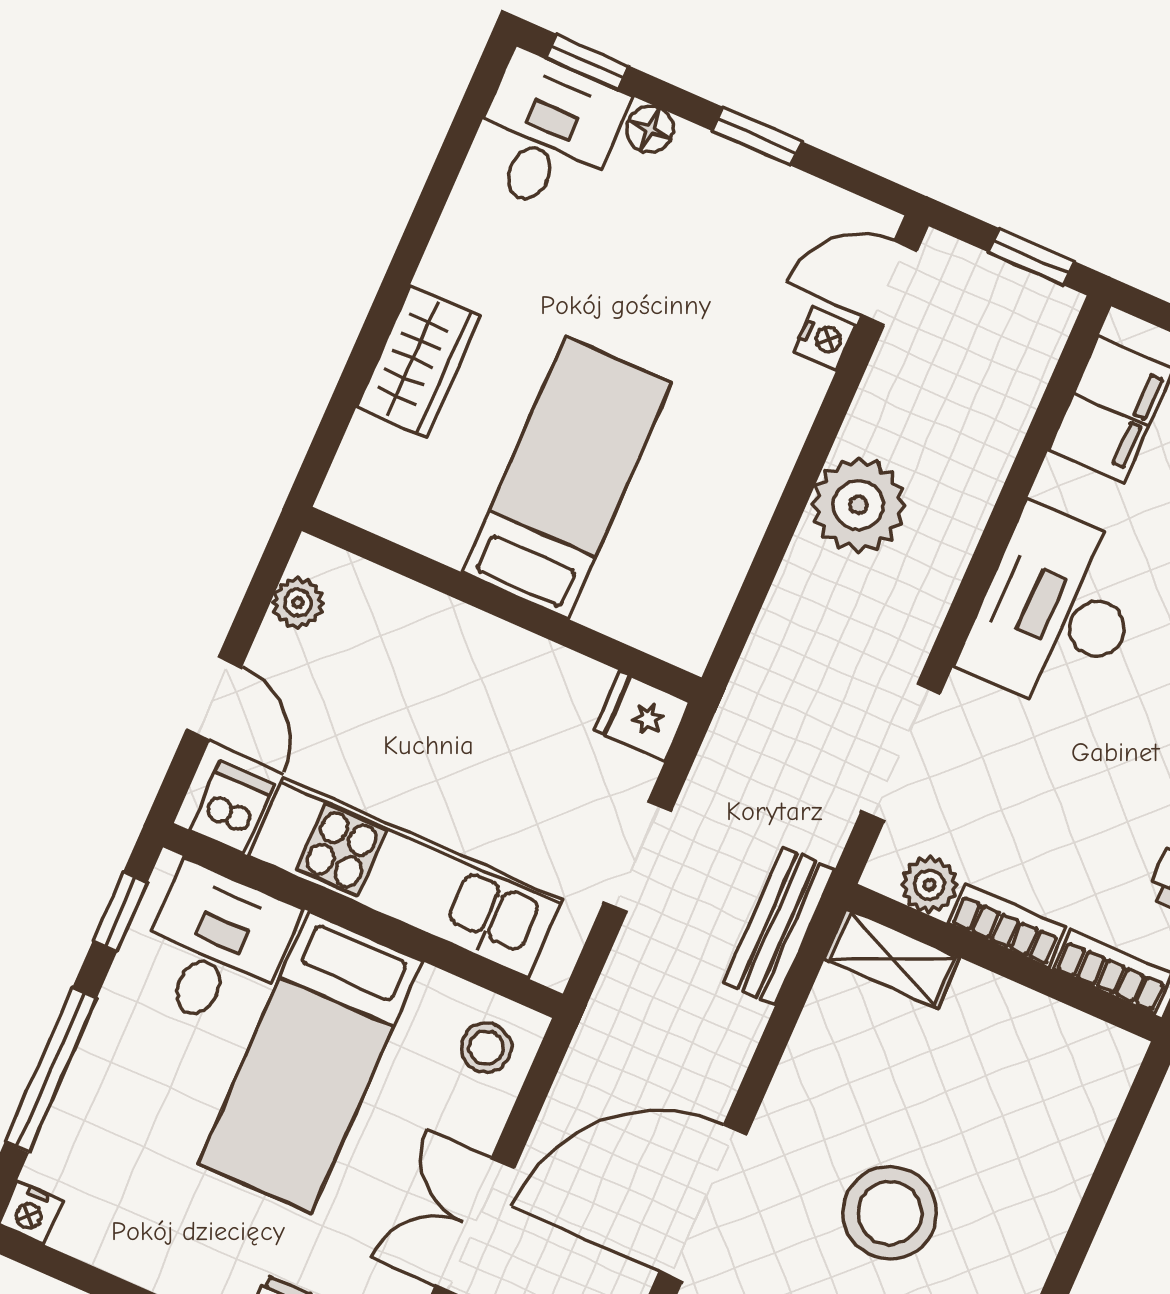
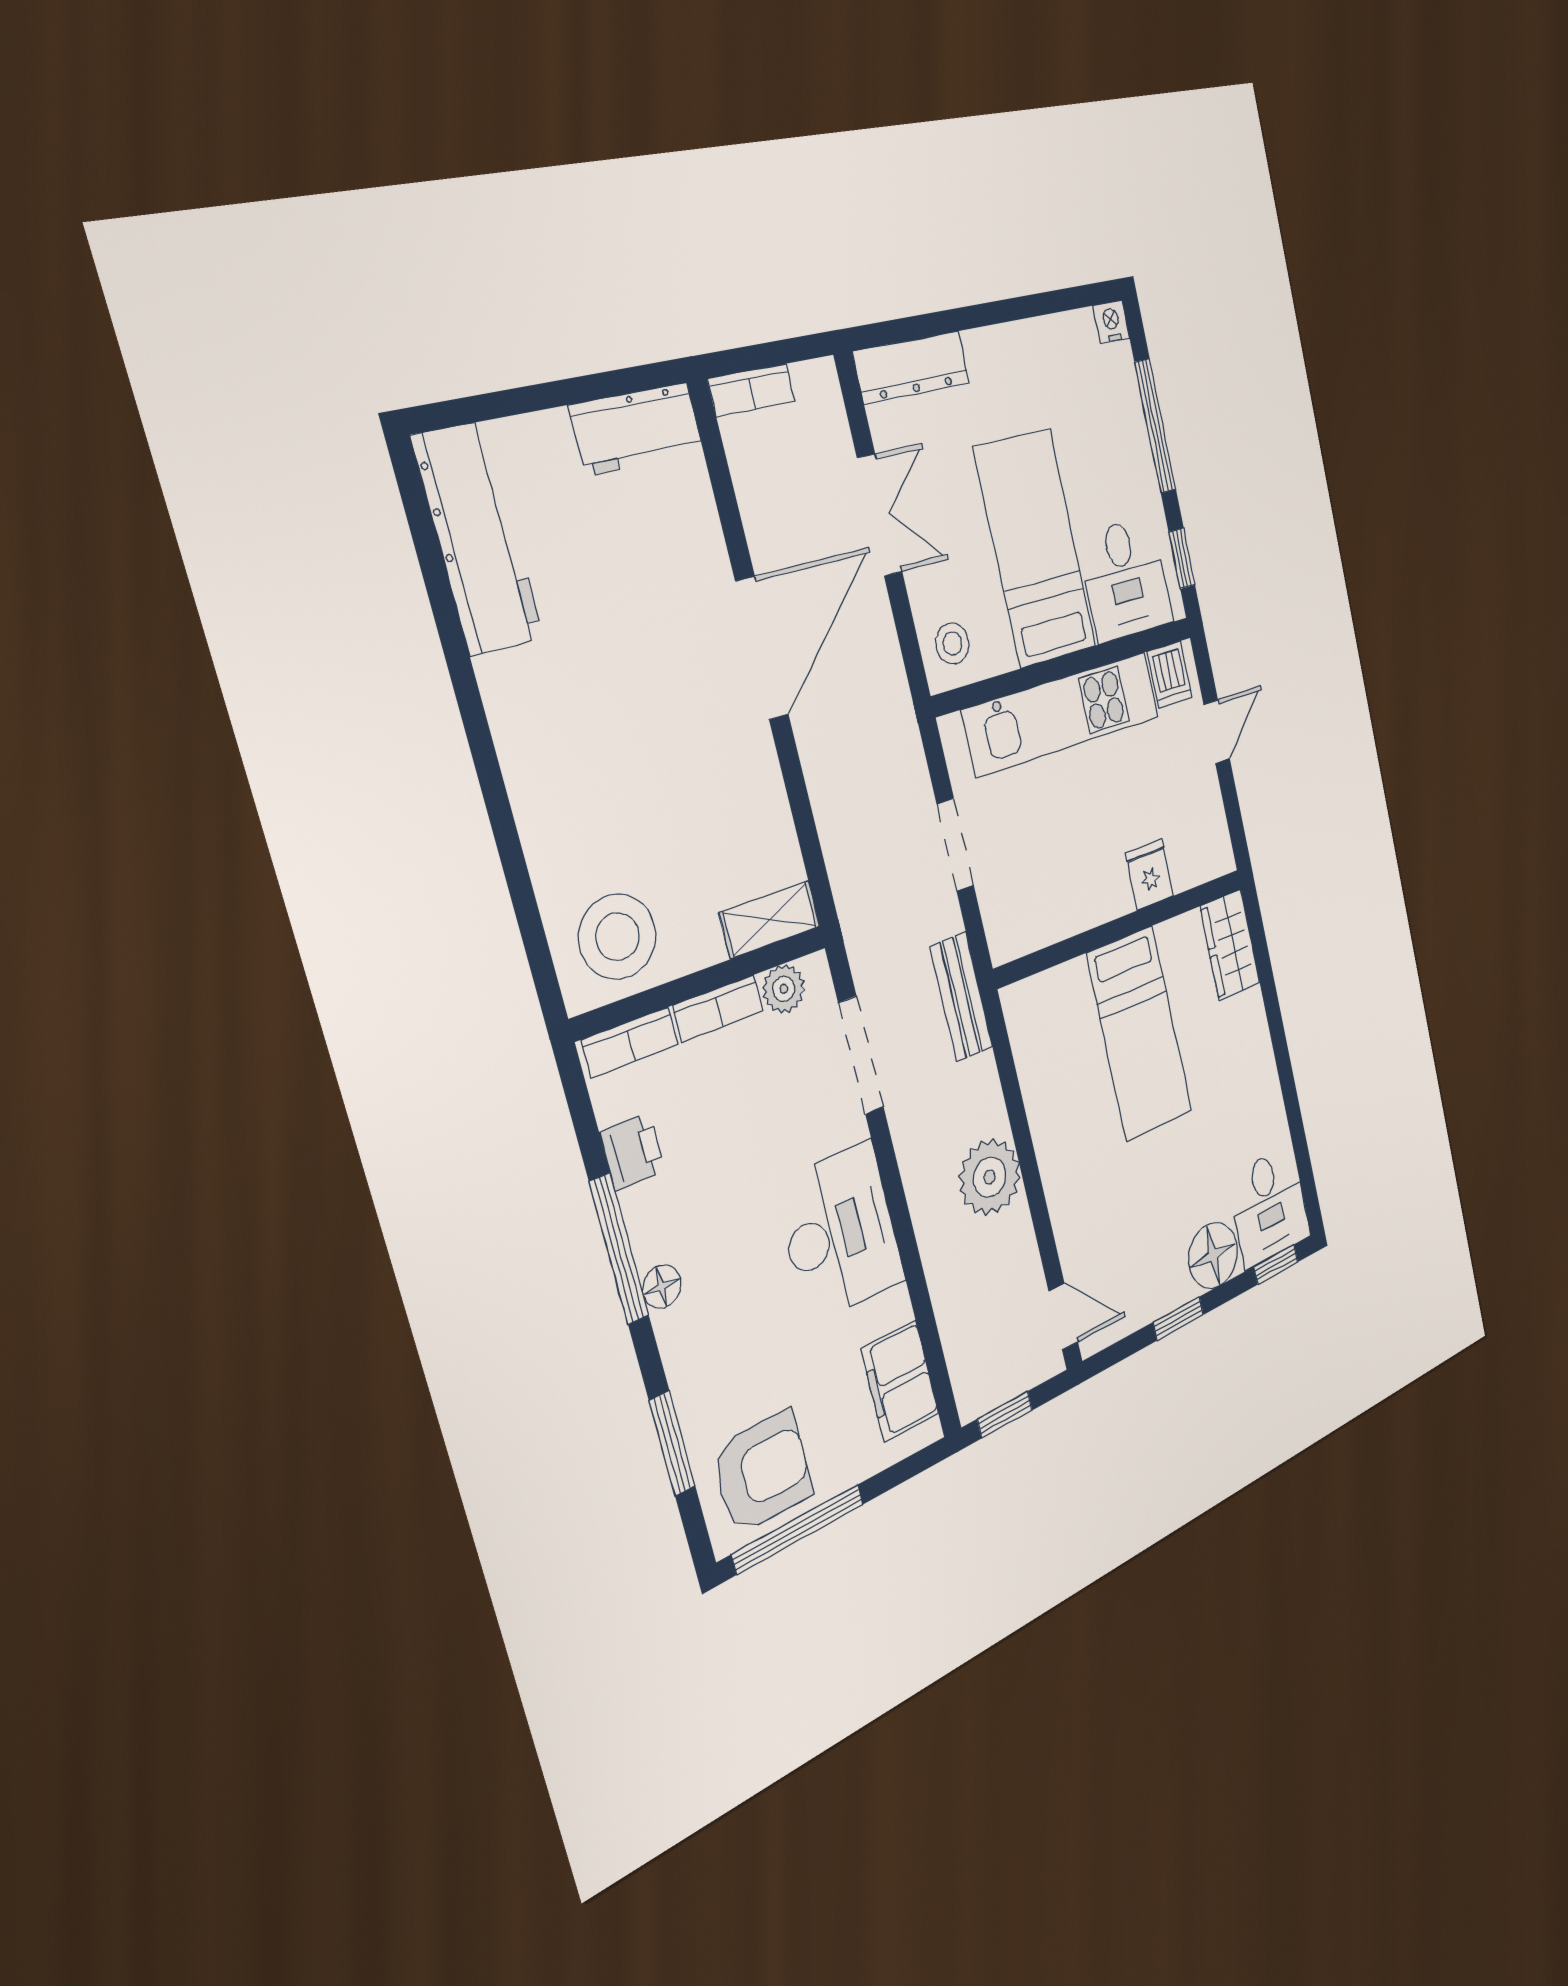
floor lamp: (650, 129) -> (1213, 1255), width x1.89, depth x1.89
door: (889, 283) -> (1063, 1317), hinge flipped
nightstand: (825, 338) -> (1072, 1251), removed
wardrobe: (418, 362) -> (1230, 945), moved
plant: (298, 603) -> (1214, 827), removed
door: (214, 698) -> (1217, 732), swing flipped
fridge: (642, 716) -> (1150, 875), moved, turned -90
bench: (779, 926) -> (961, 997), moved
stool: (890, 1213) -> (617, 937), moved

